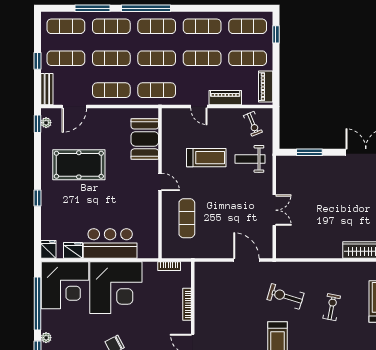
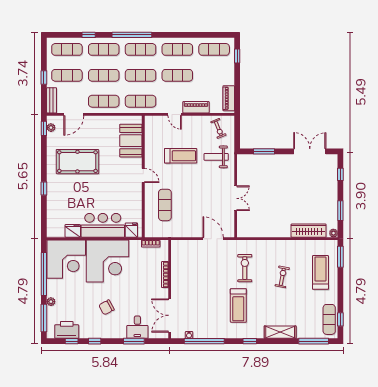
window: (93, 8) -> (89, 35), width x0.46
exercise mat: (248, 58) -> (214, 75), removed
fridge: (48, 249) -> (131, 230), moved
exercise bike: (285, 296) -> (245, 268), turned 73

